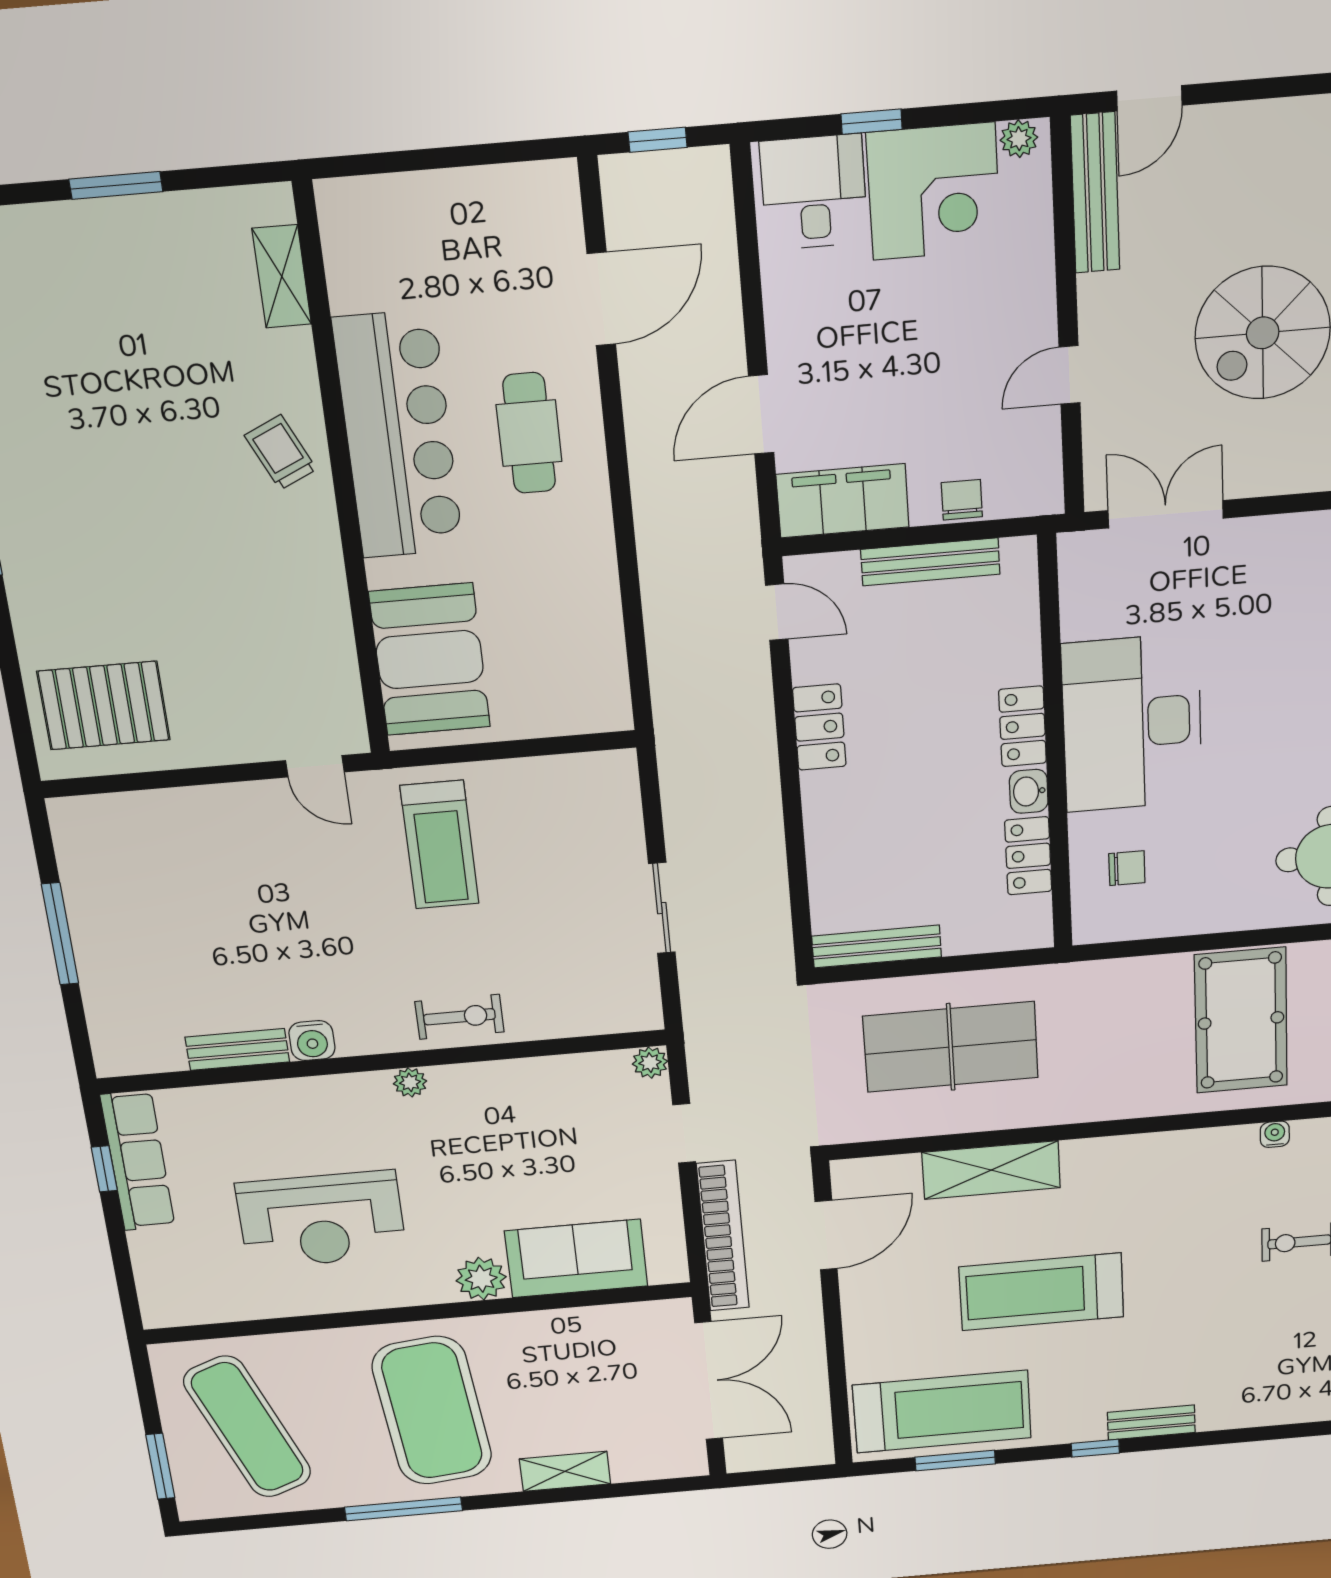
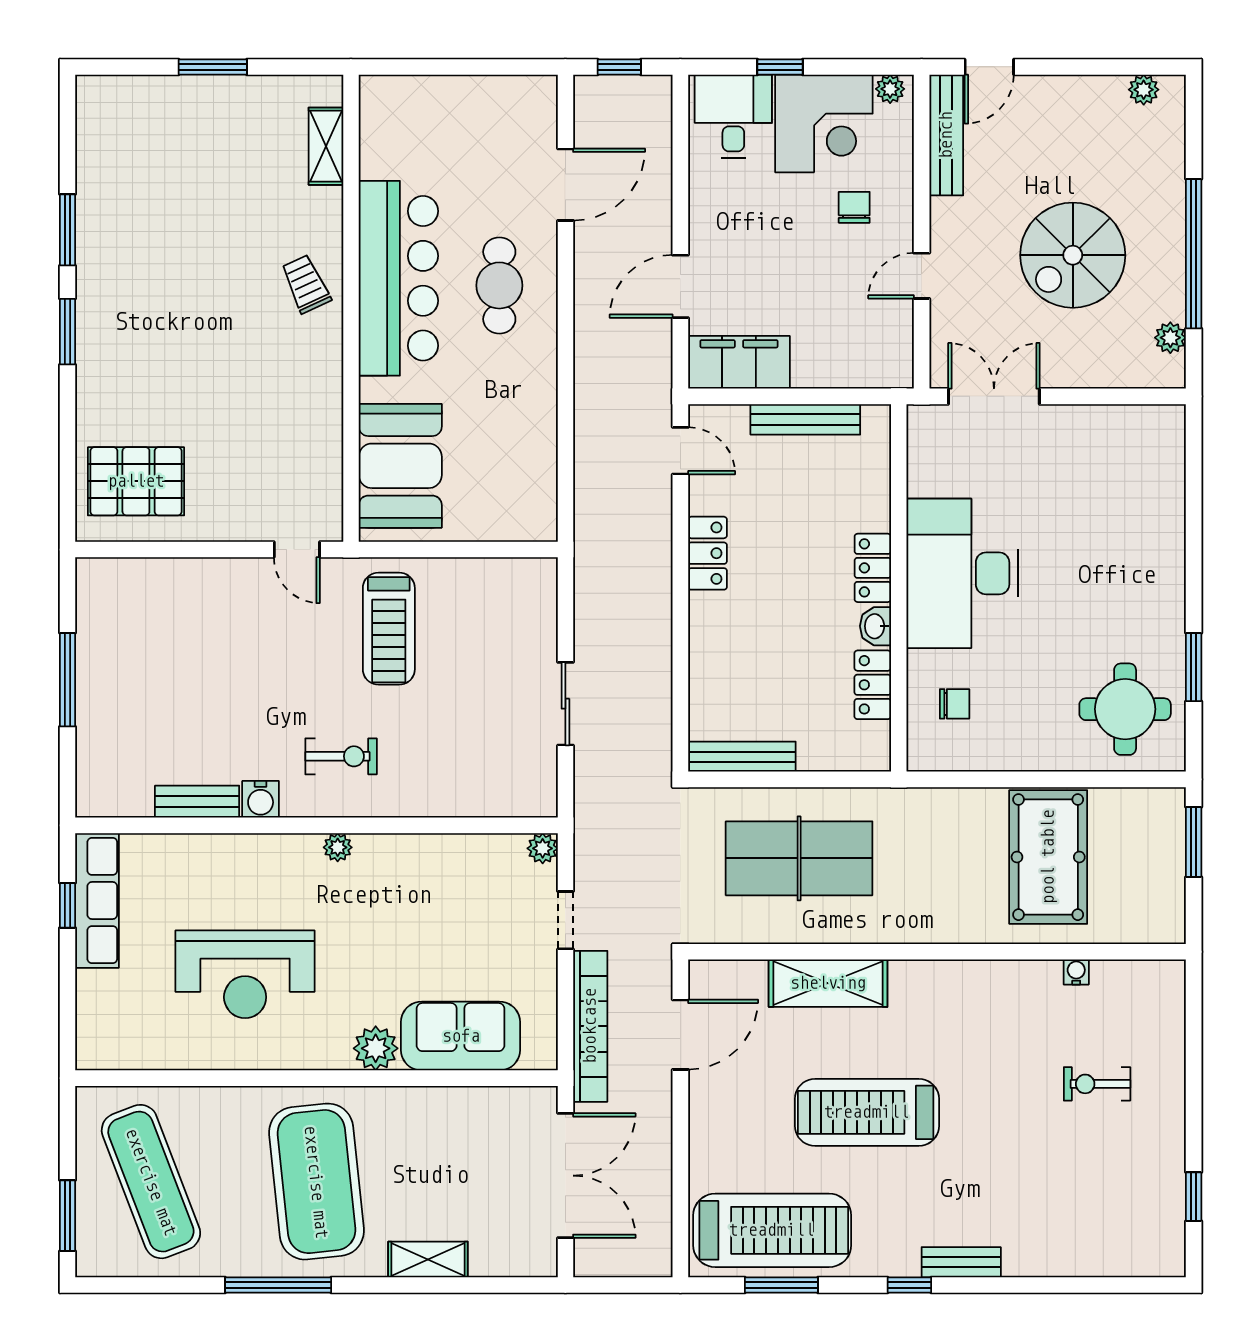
chair: (962, 500) -> (854, 207), moved
exercise bike: (459, 1017) -> (341, 756), moved

